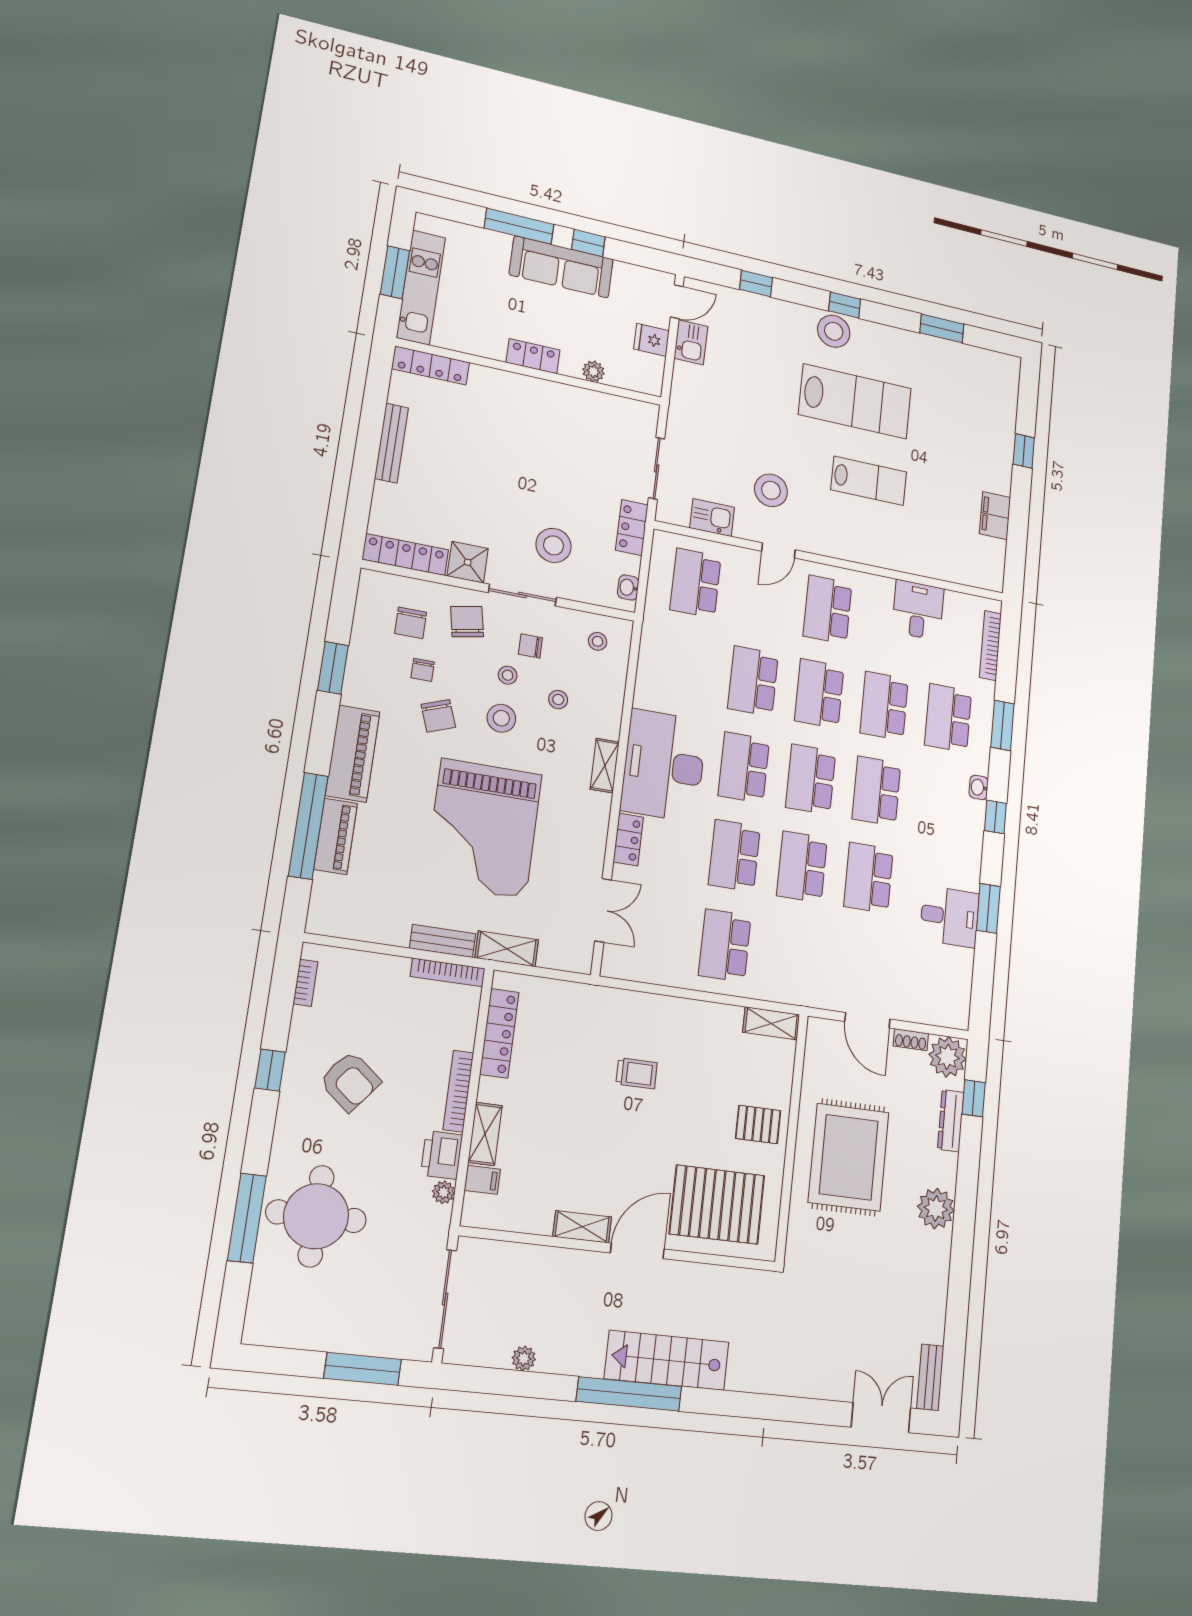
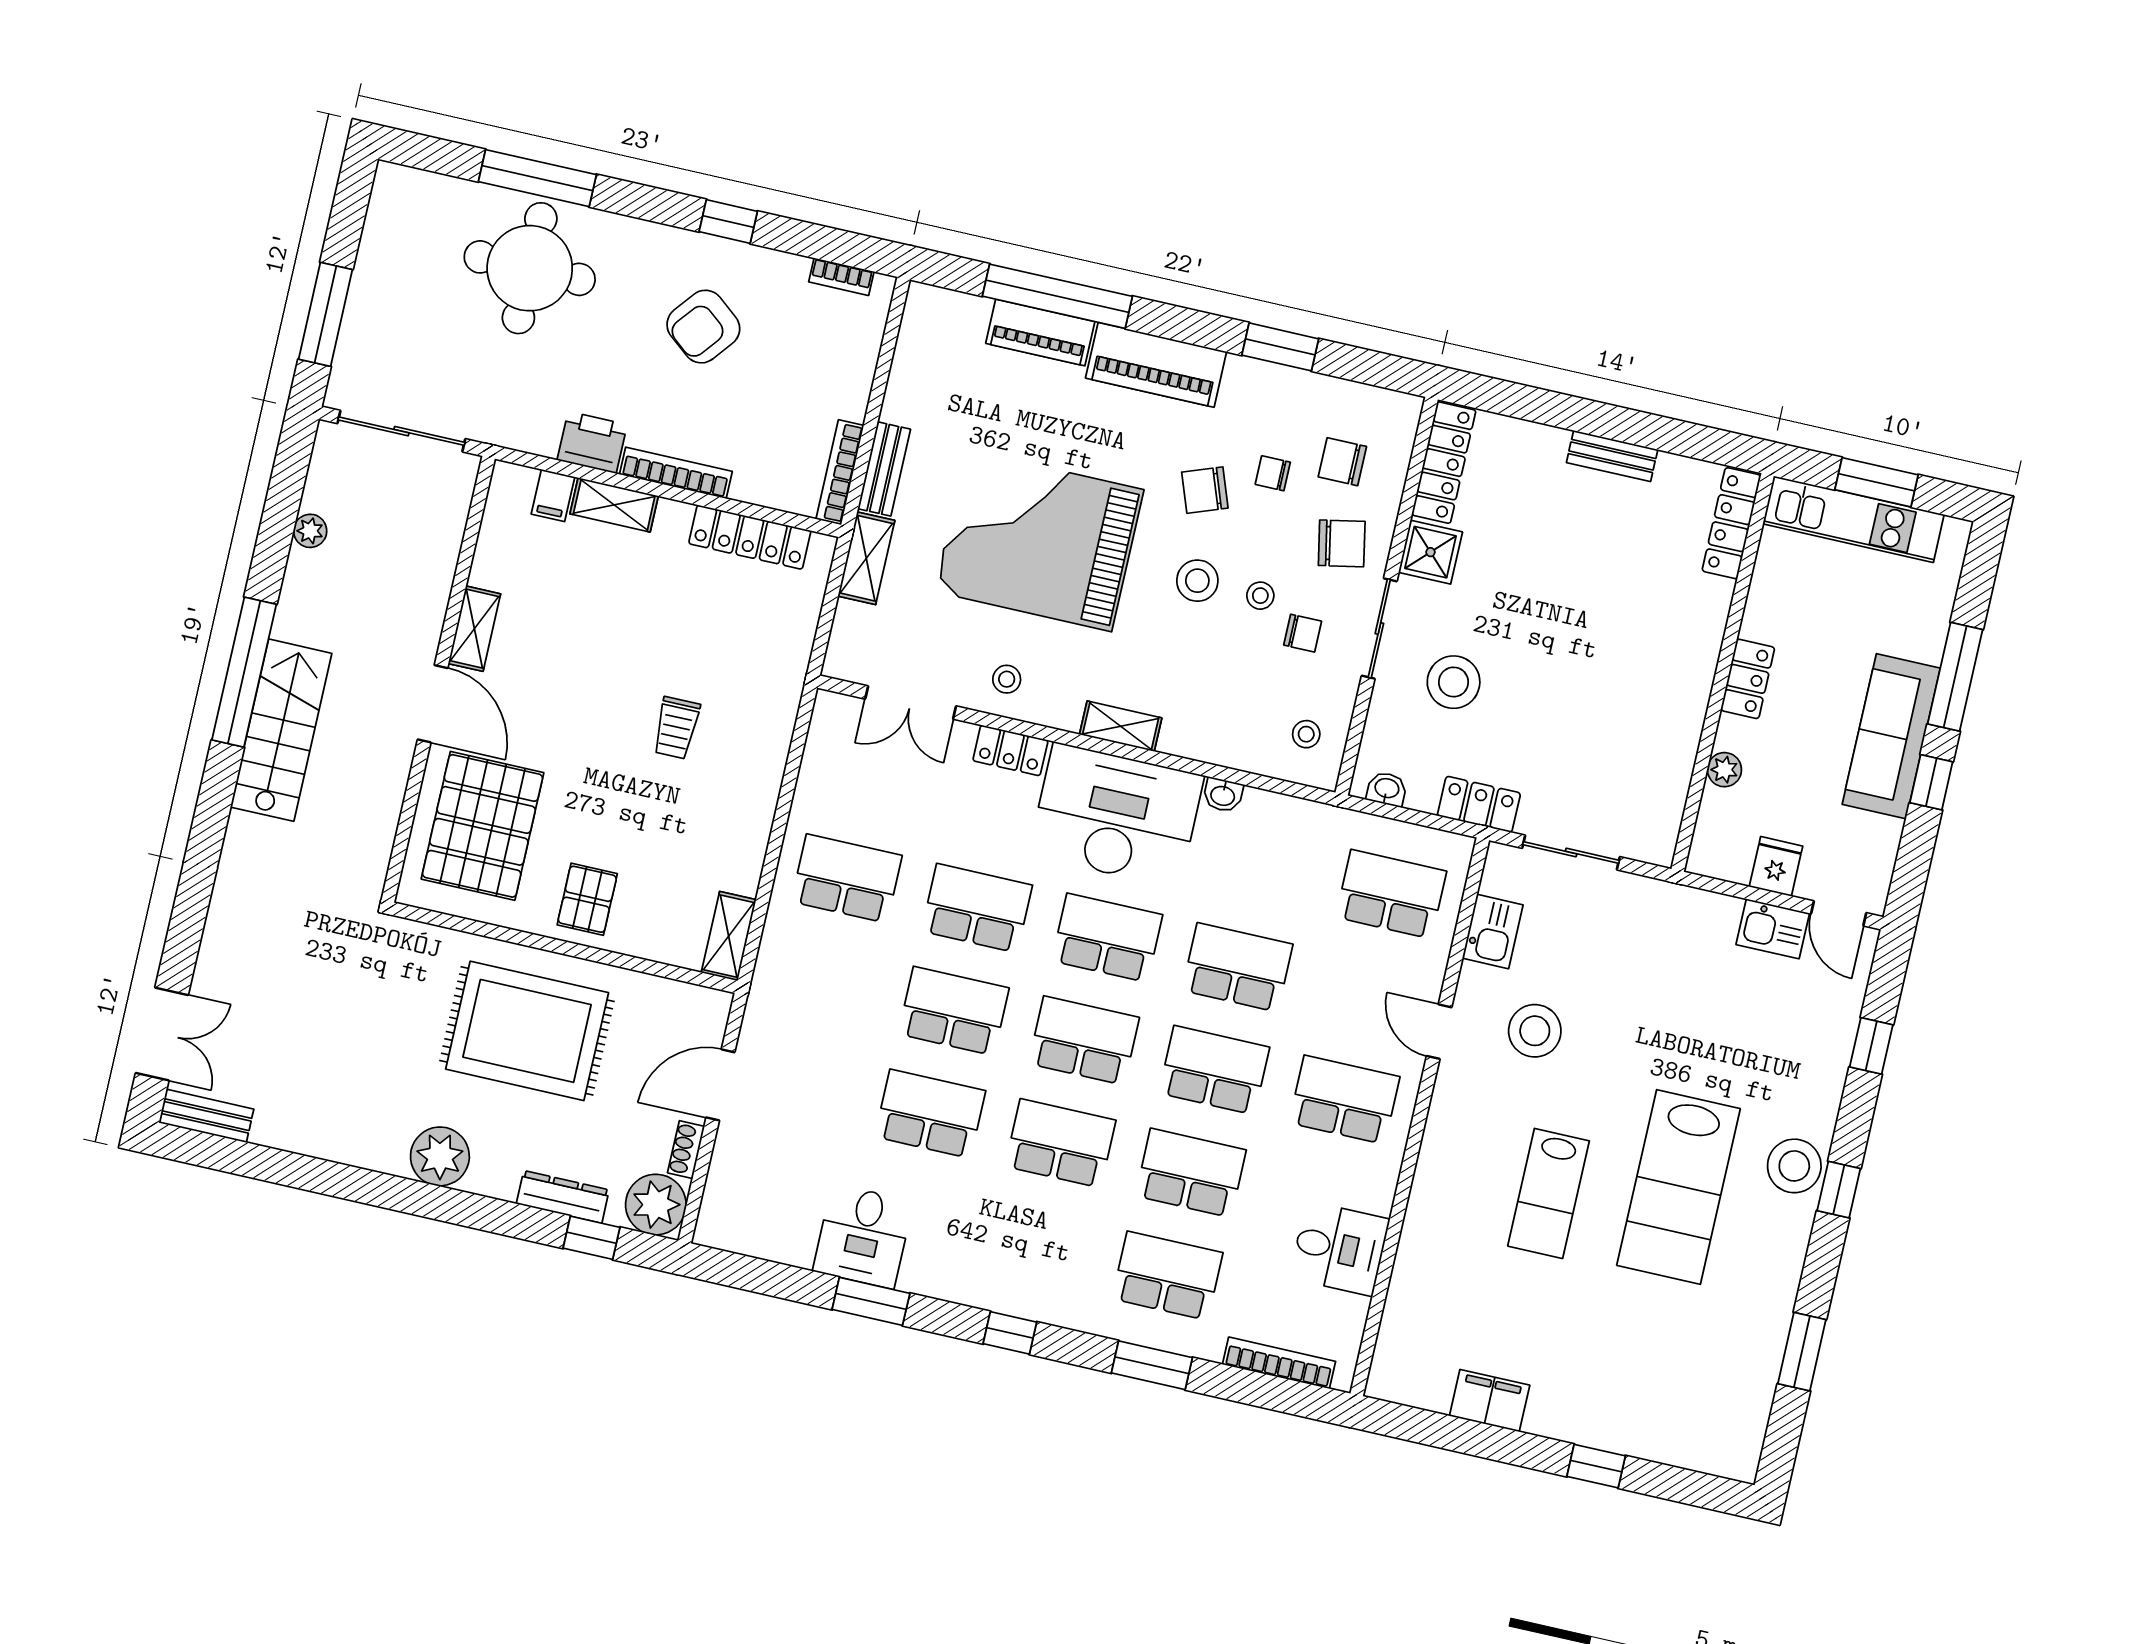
bench: (391, 443) -> (1612, 456), width x0.73
chair: (530, 646) -> (1303, 633), turned 90
stool: (558, 700) -> (1007, 679), moved
washbasin: (979, 787) -> (1223, 795), moved, turned 180
plant: (443, 1192) -> (542, 441), removed

